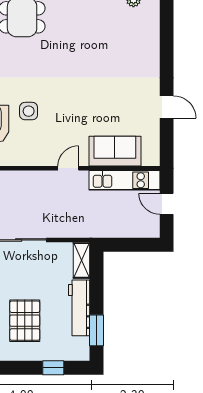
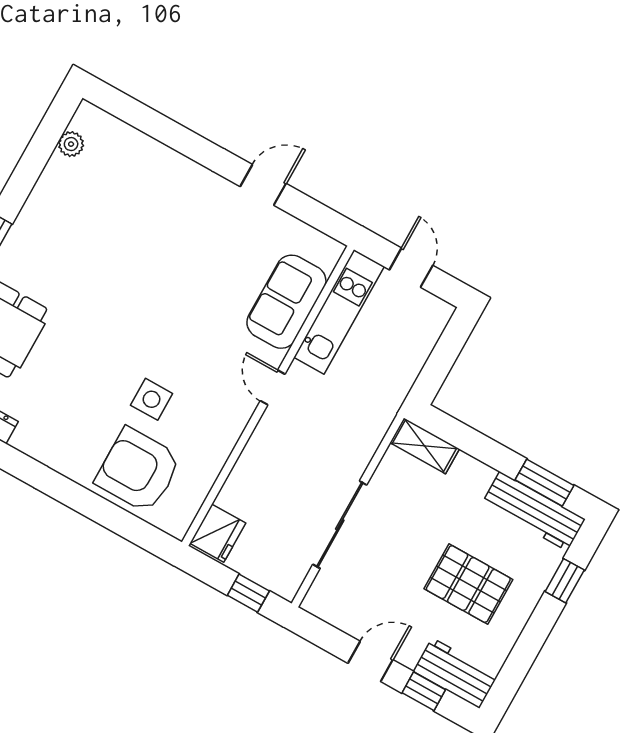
door: (167, 204) -> (411, 268), swing flipped
workbench: (79, 308) -> (534, 511), moved

